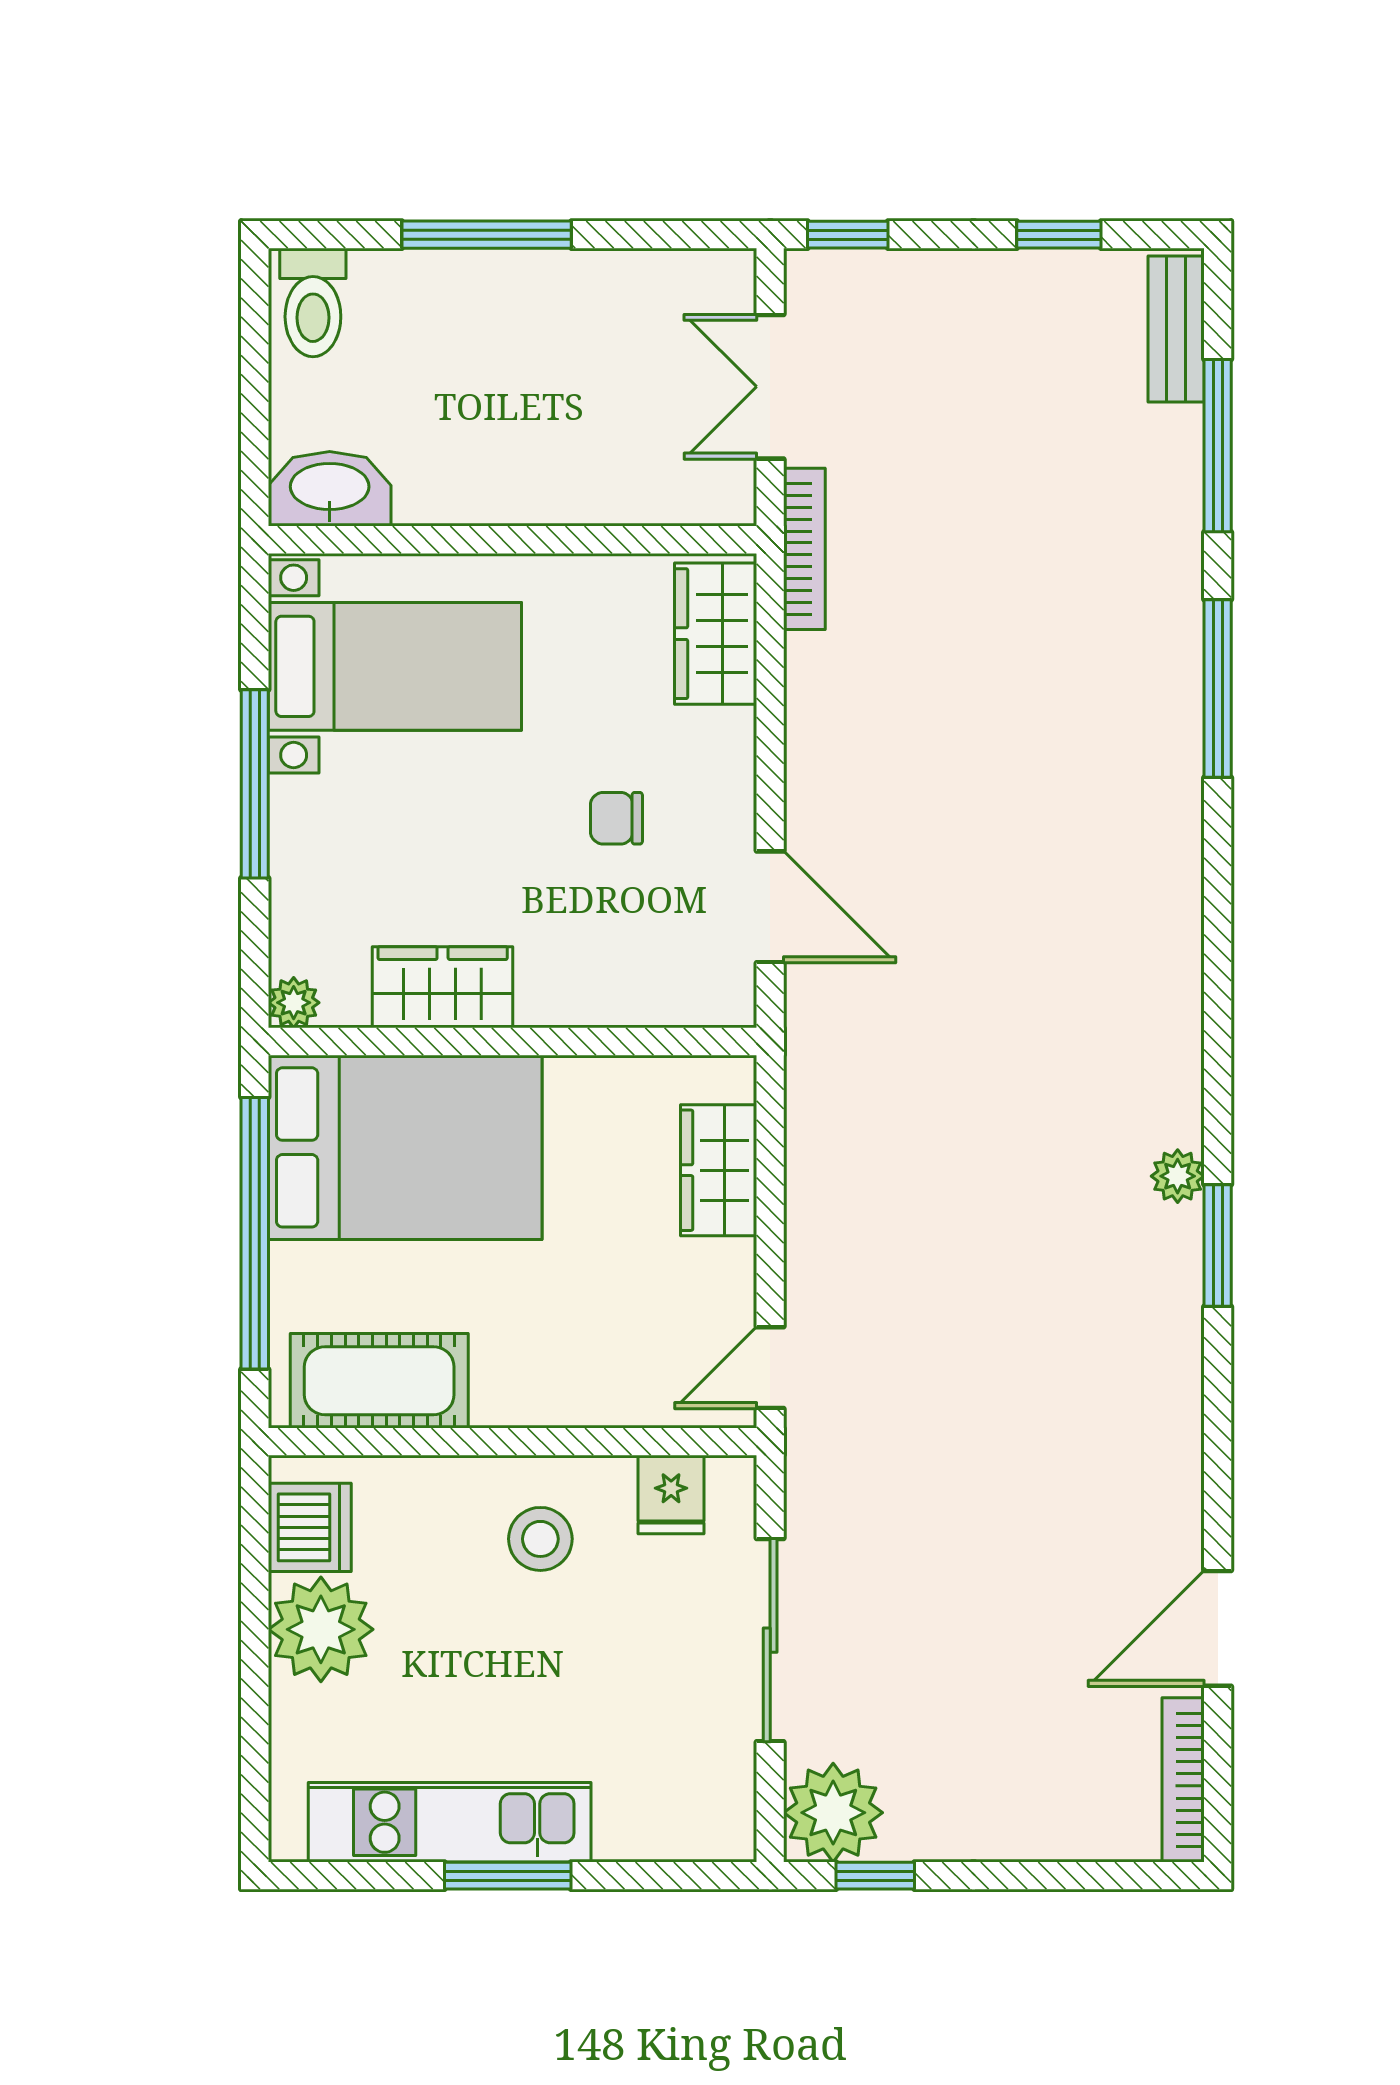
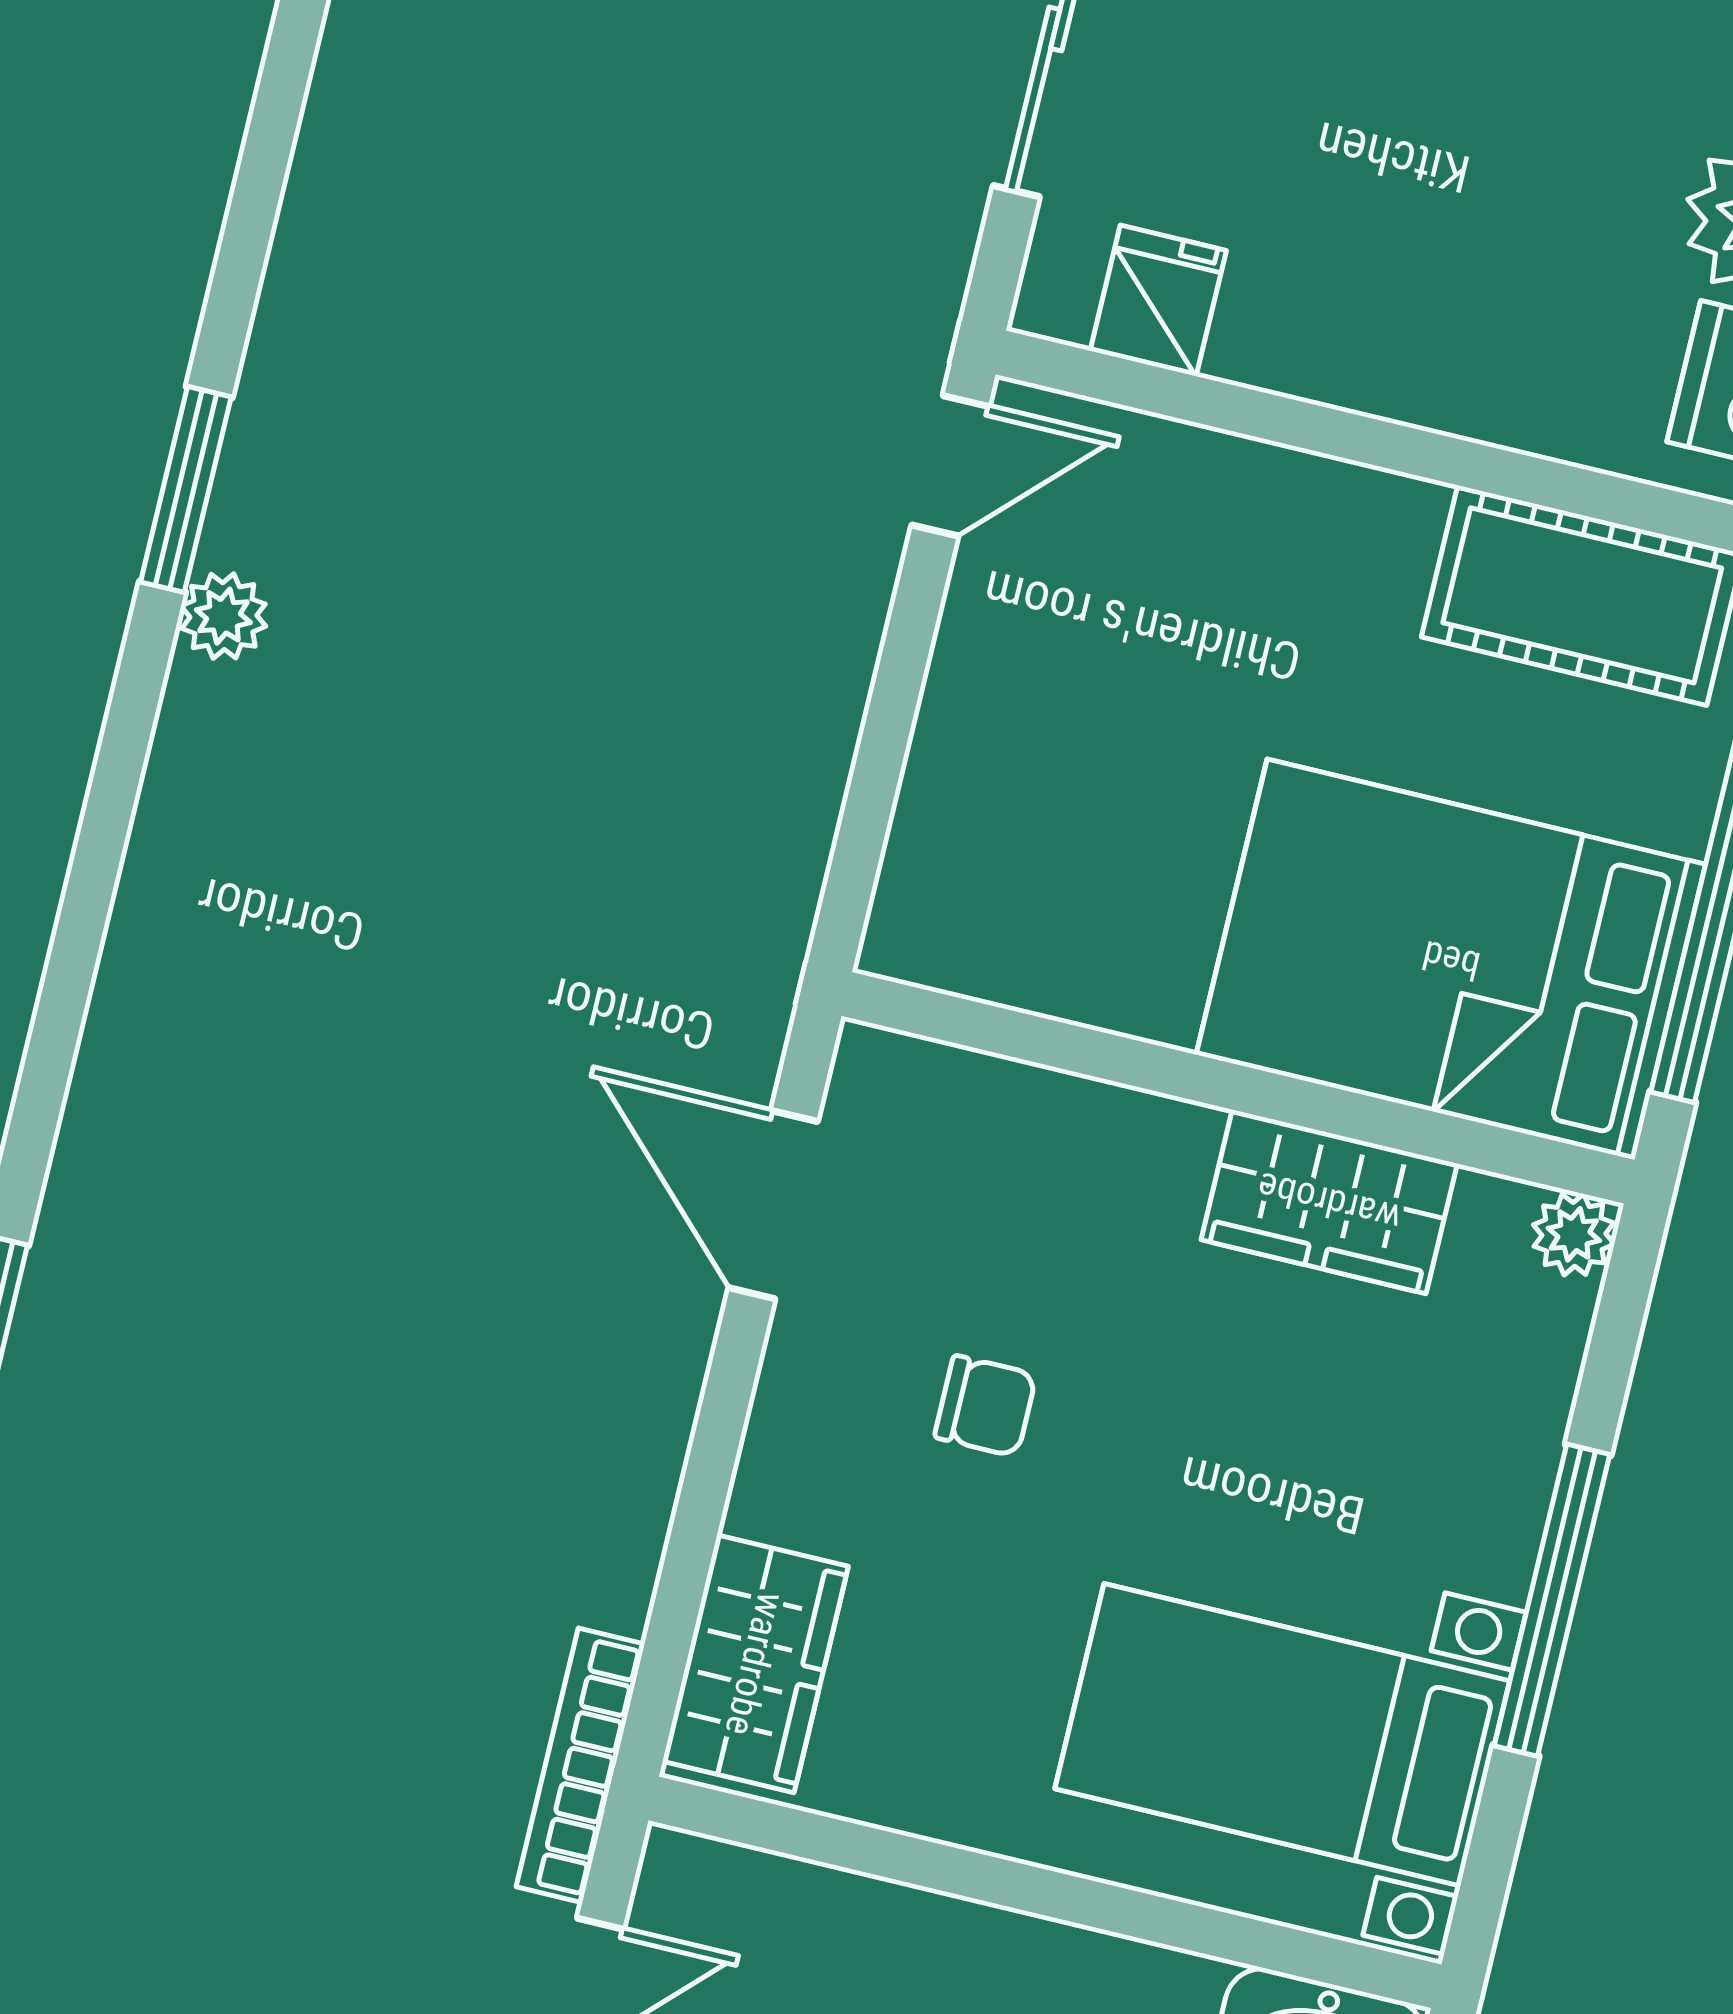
wardrobe: (719, 1170) -> (957, 802), removed
stool: (540, 1539) -> (1385, 280), removed

